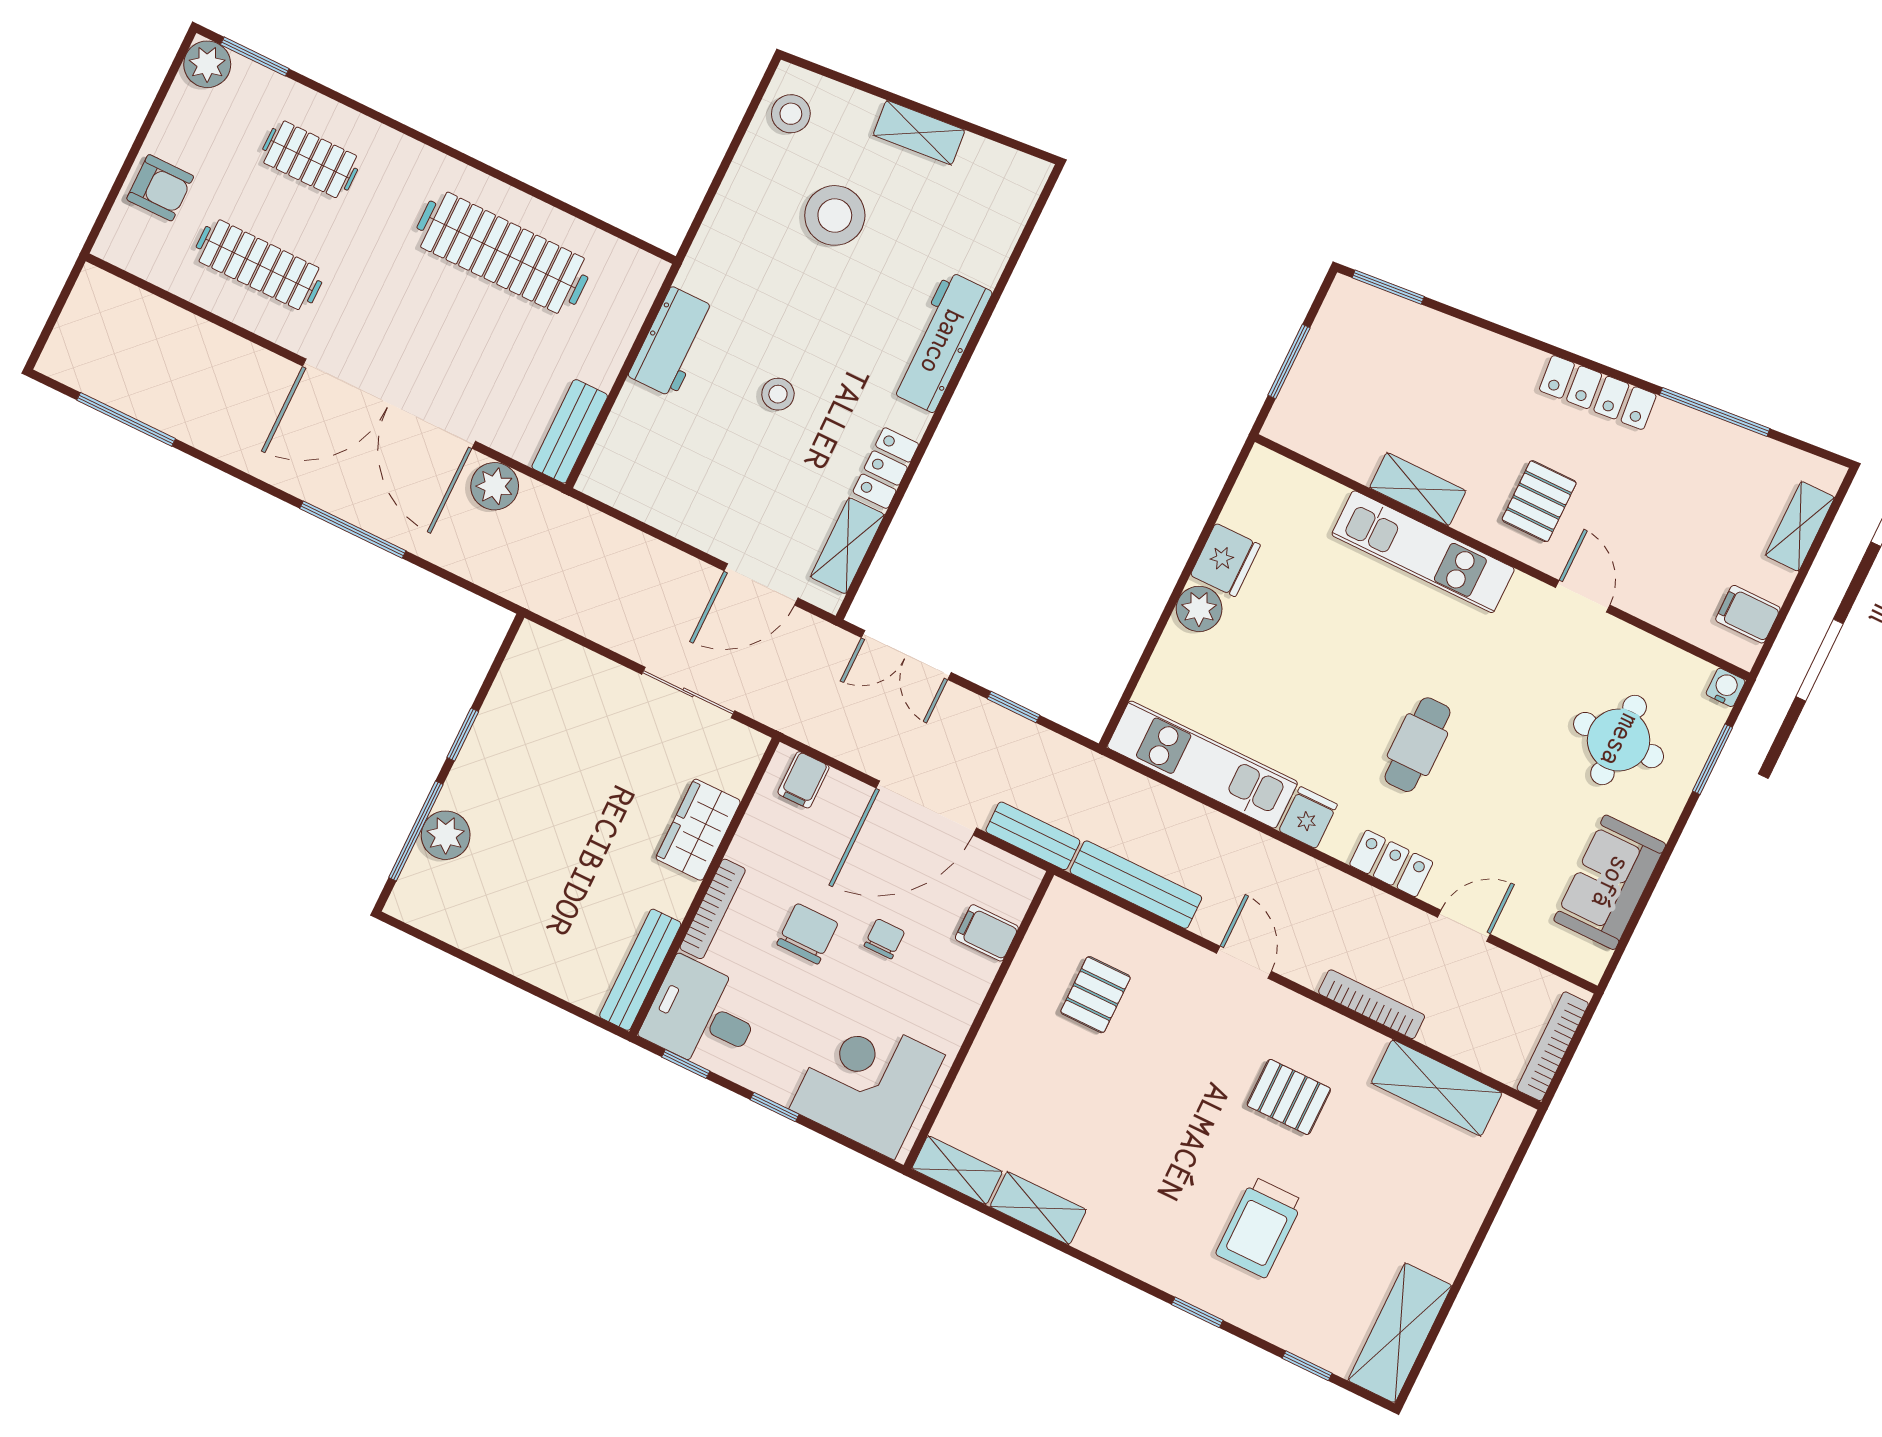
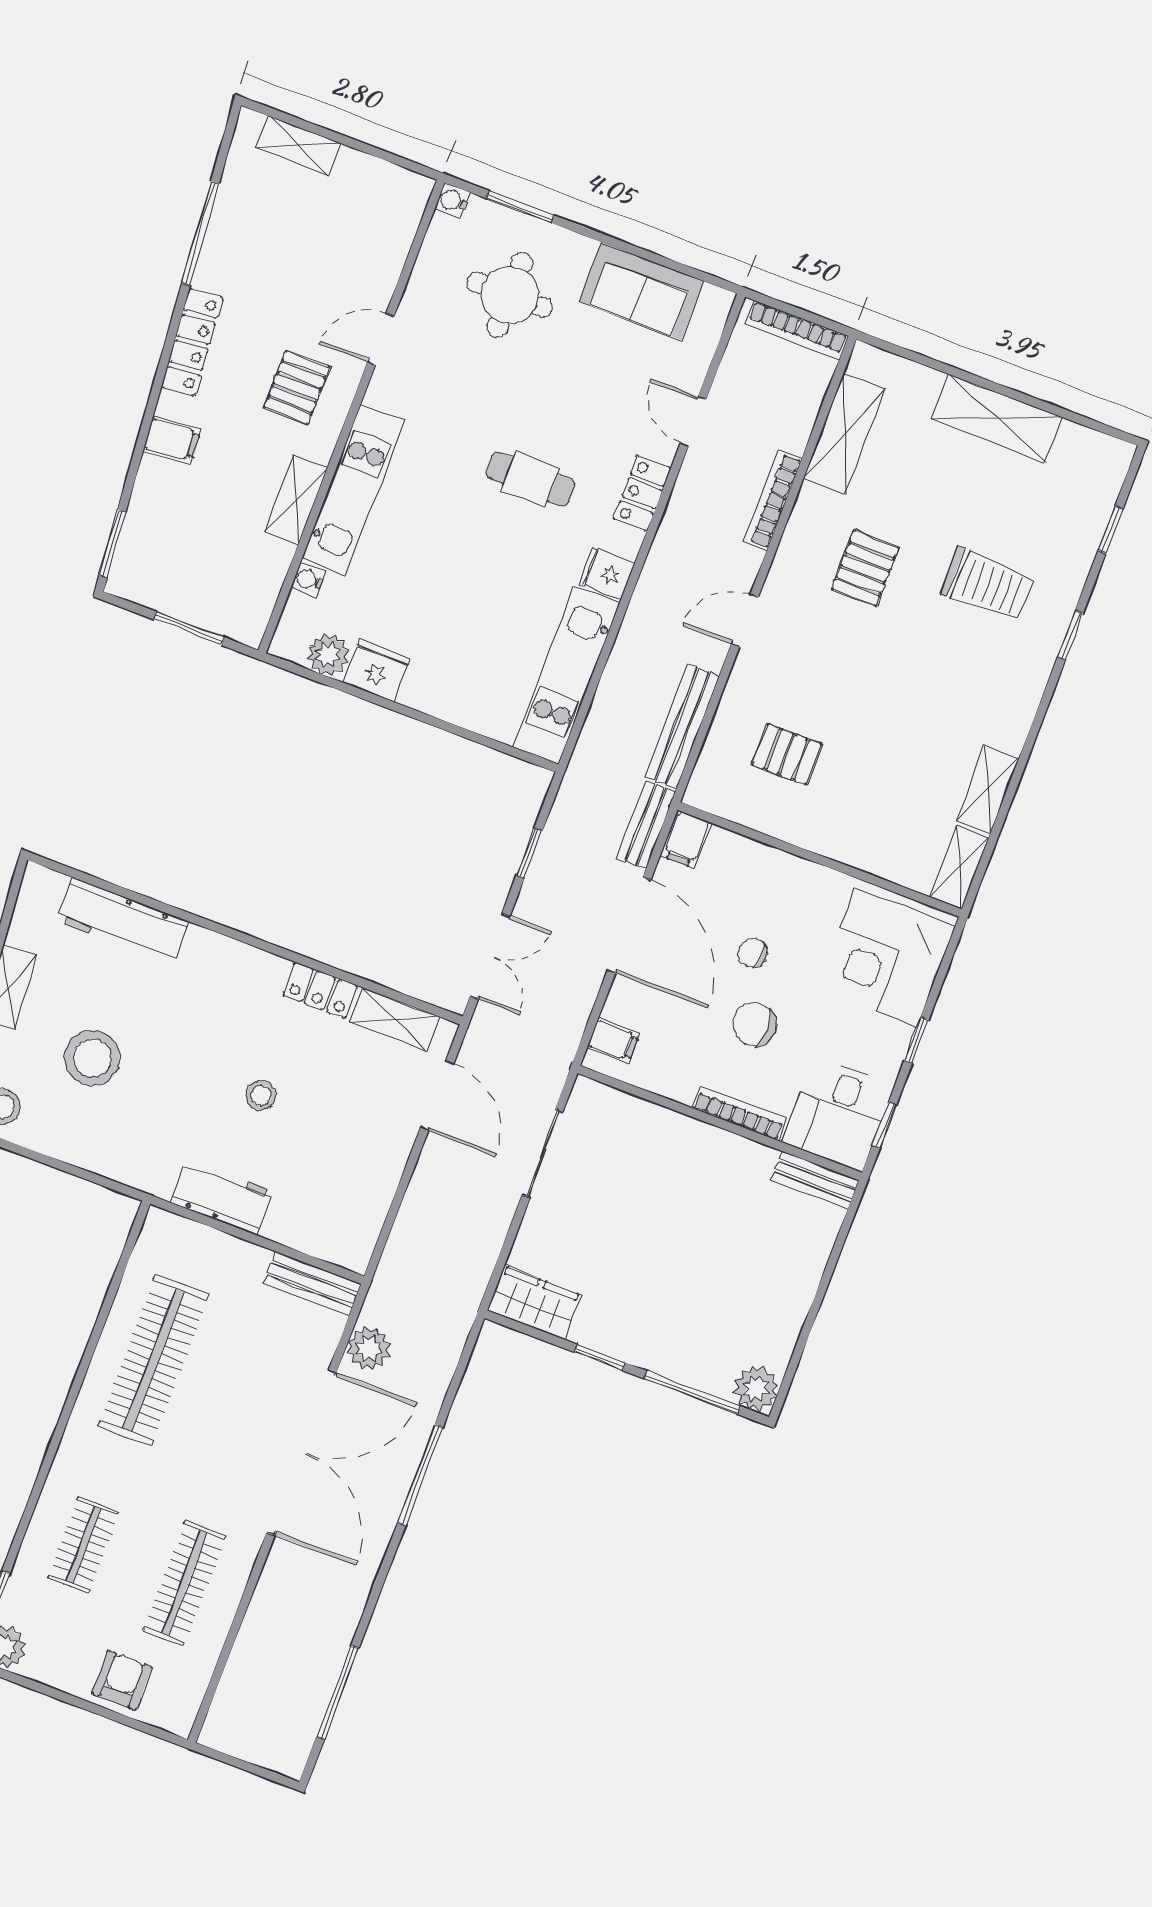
workbench: (941, 342) -> (122, 921), moved
water cooler: (1331, 495) -> (308, 579), added
pallet: (1539, 501) -> (297, 387), turned 90
plant: (1199, 609) -> (328, 655), moved
filing cabinet: (1748, 614) -> (172, 440), moved, turned -95
wardrobe: (698, 830) -> (534, 1303), moved, turned 180
plant: (446, 835) -> (756, 1388), moved
filing cabinet: (987, 933) -> (686, 839), moved
bench: (640, 970) -> (815, 1180), width x0.73
shelving: (1400, 1333) -> (997, 418), moved

